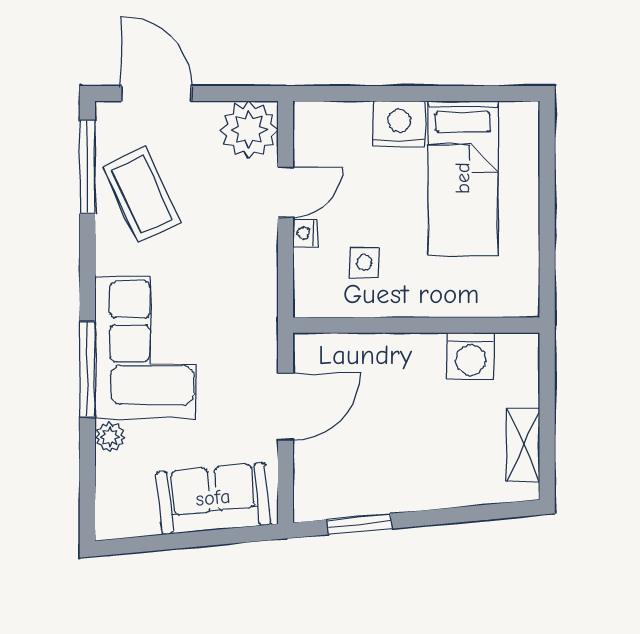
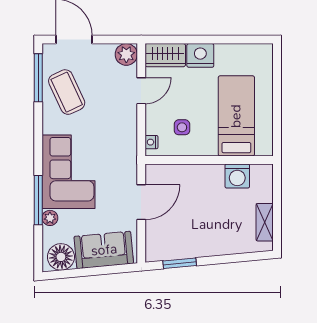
wardrobe: (332, 123) -> (165, 55), added
plant: (249, 130) -> (126, 54), width x0.73, depth x0.73
bed: (463, 178) -> (236, 116), moved, turned 180
nightstand: (305, 233) -> (151, 142), moved
window: (87, 369) -> (38, 200), moved
floor lamp: (131, 512) -> (61, 257), added

